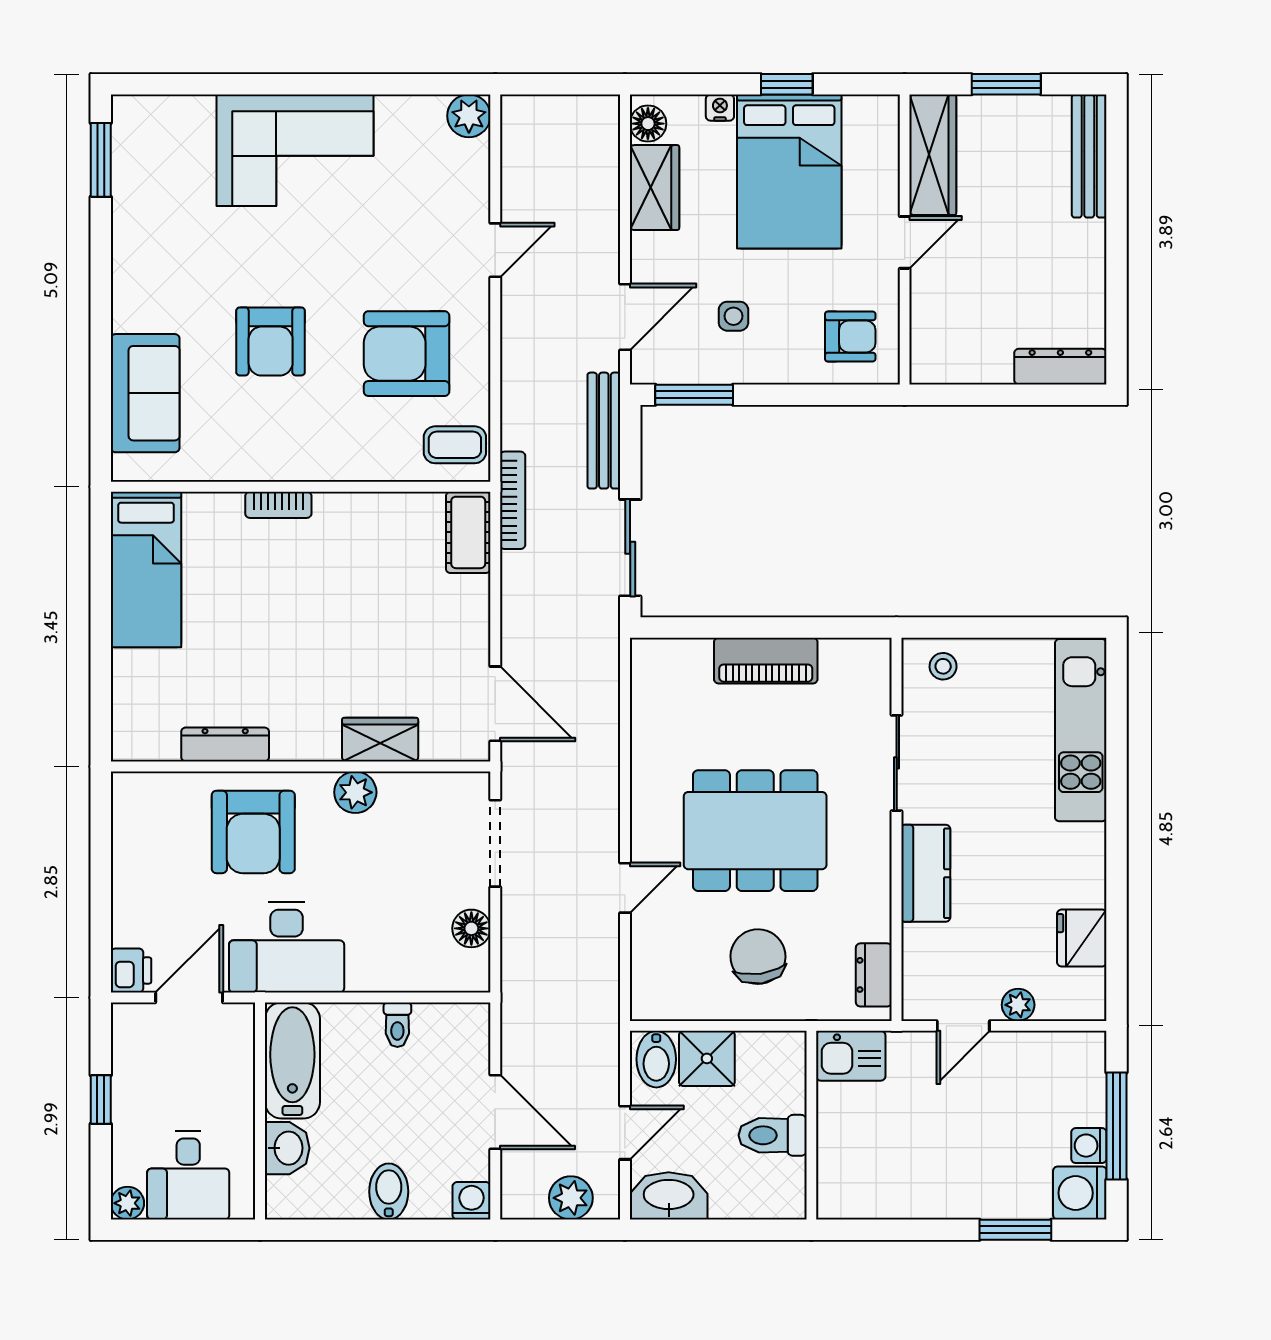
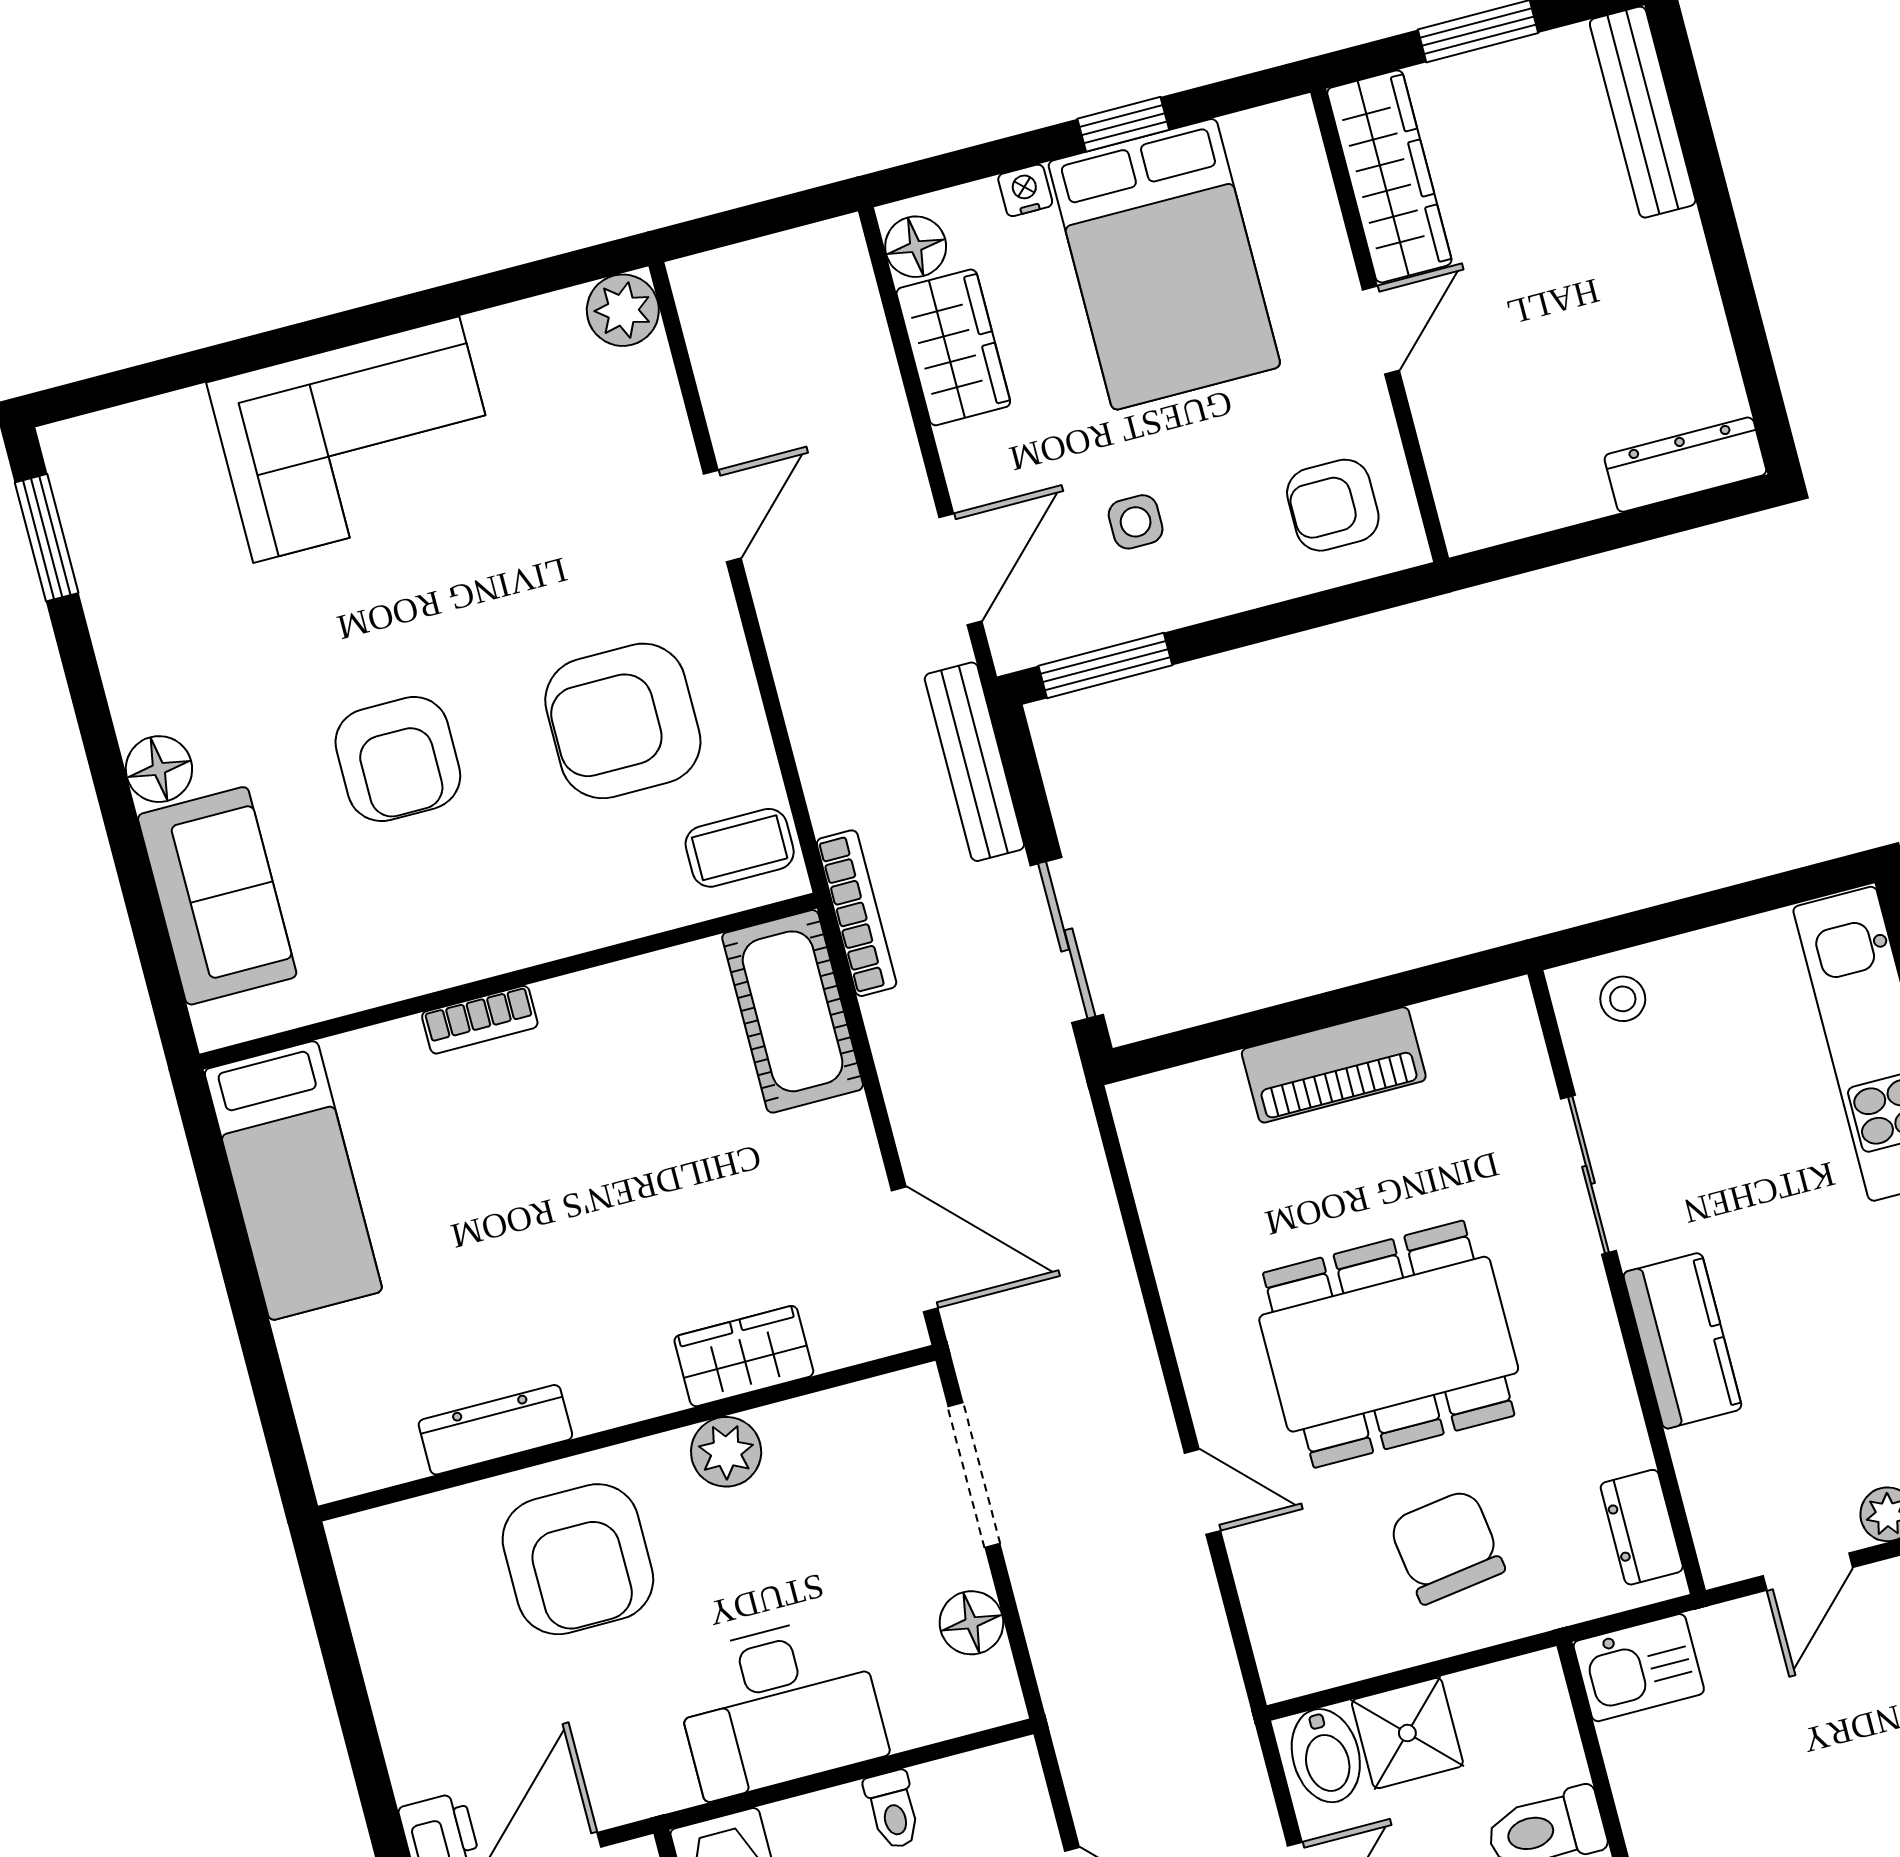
floor lamp: (131, 311) -> (159, 769), added
armchair: (850, 337) -> (1333, 505), turned 180
cot: (468, 532) -> (793, 1011), width x1.37, depth x1.34
door: (625, 888) -> (1202, 1492), hinge flipped
desk: (287, 947) -> (779, 1706), moved

